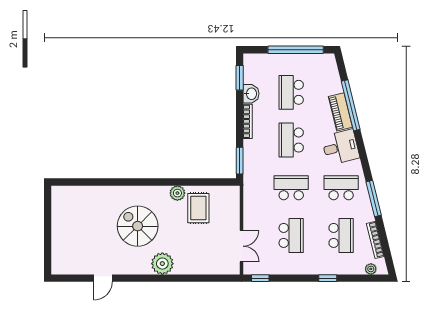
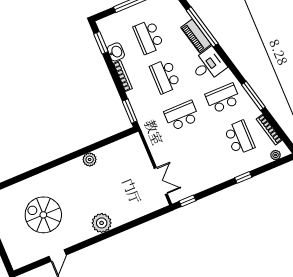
rug: (198, 208) -> (112, 165), removed
spiral stairs: (138, 226) -> (43, 215), moved
school desk: (291, 235) -> (198, 155), removed

